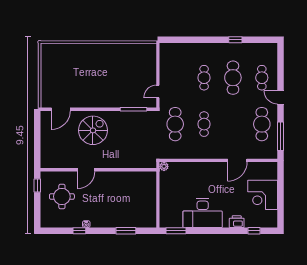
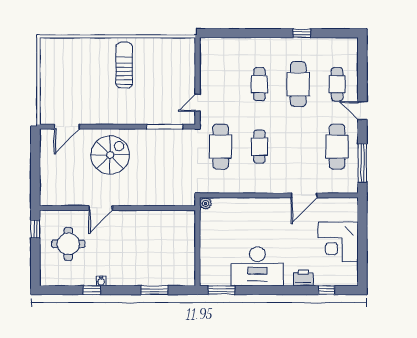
sun lounger: (103, 64) -> (124, 65), added

